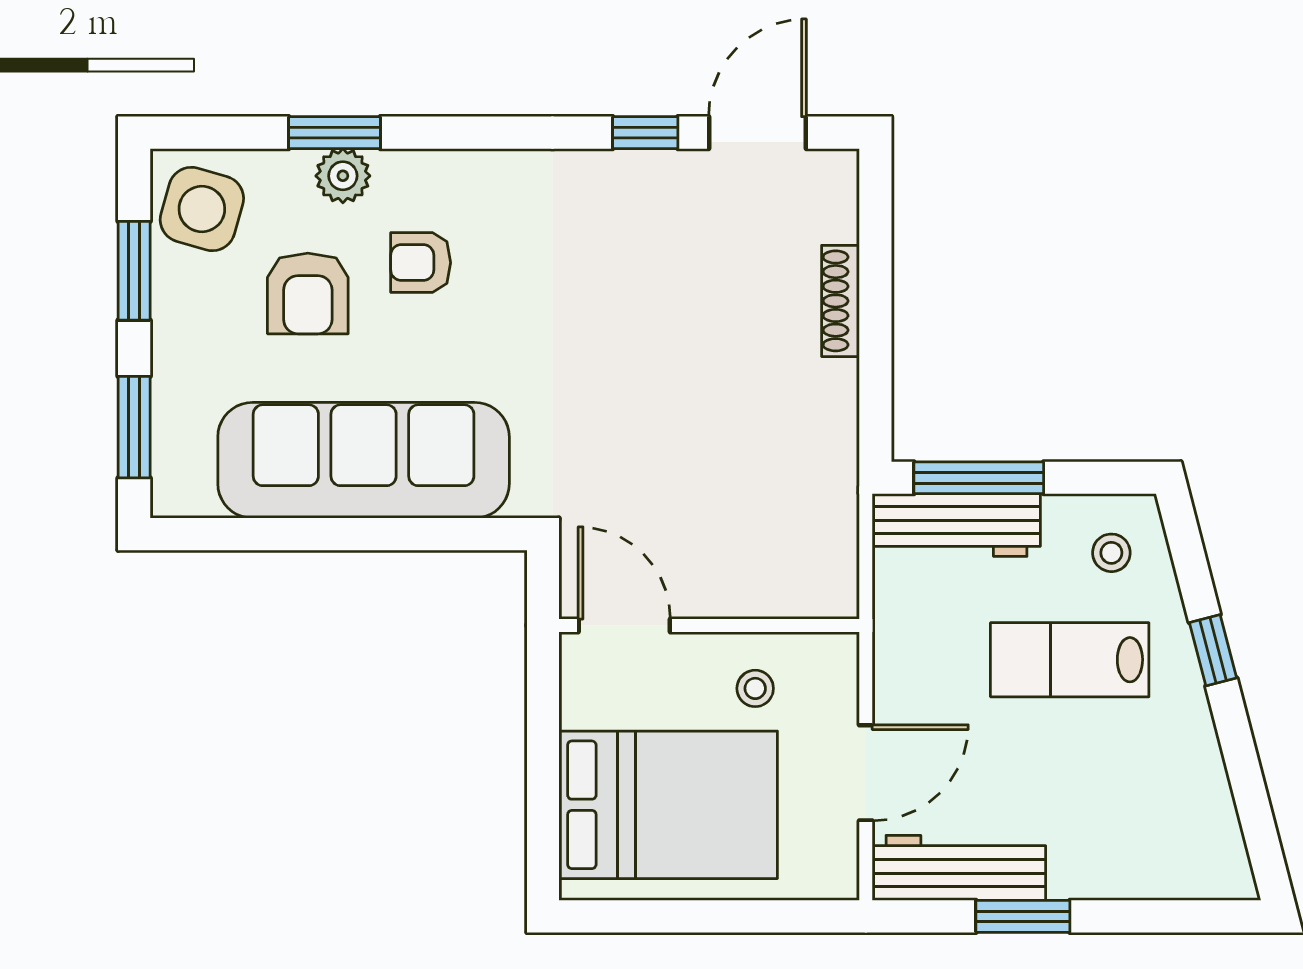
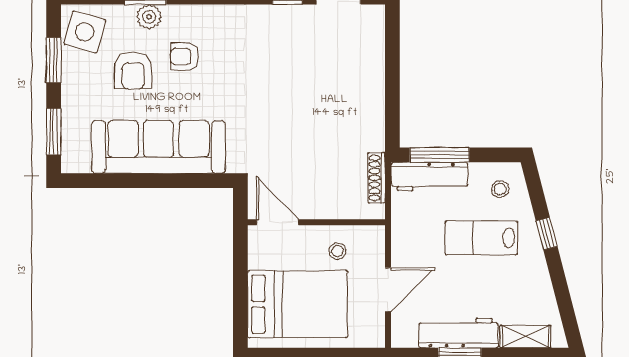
shoe rack: (841, 301) -> (376, 178), moved
workbench: (959, 868) -> (459, 333), moved
shelving: (1167, 876) -> (525, 337), added

